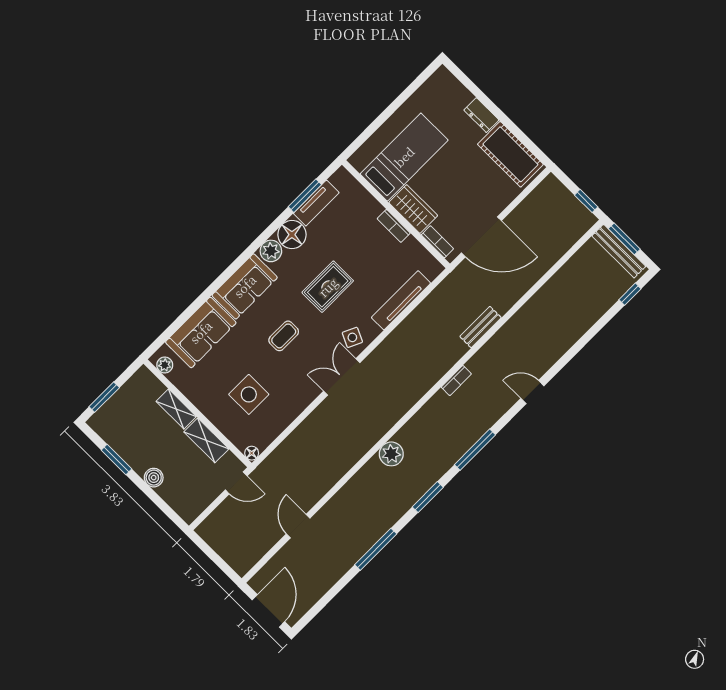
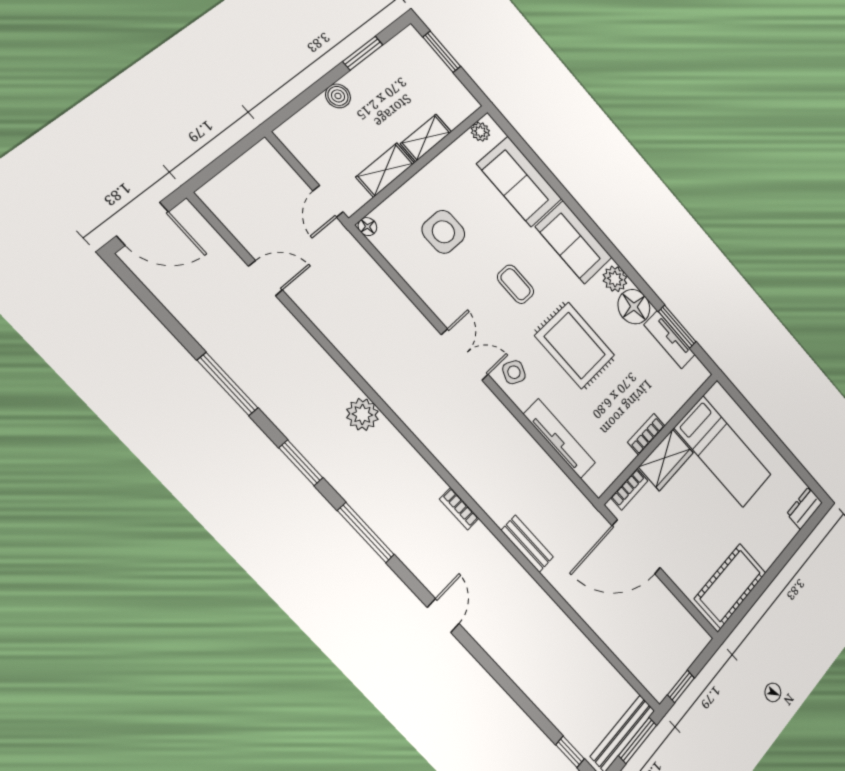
dresser: (481, 115) -> (805, 508), moved
door: (481, 237) -> (636, 547), hinge flipped
rug: (328, 287) -> (575, 346), width x1.36, depth x1.43

